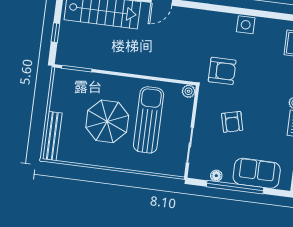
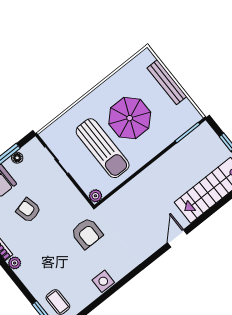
armchair: (222, 71) -> (87, 233), turned -90
armchair: (232, 122) -> (28, 210), moved
bench: (52, 136) -> (167, 82), moved

